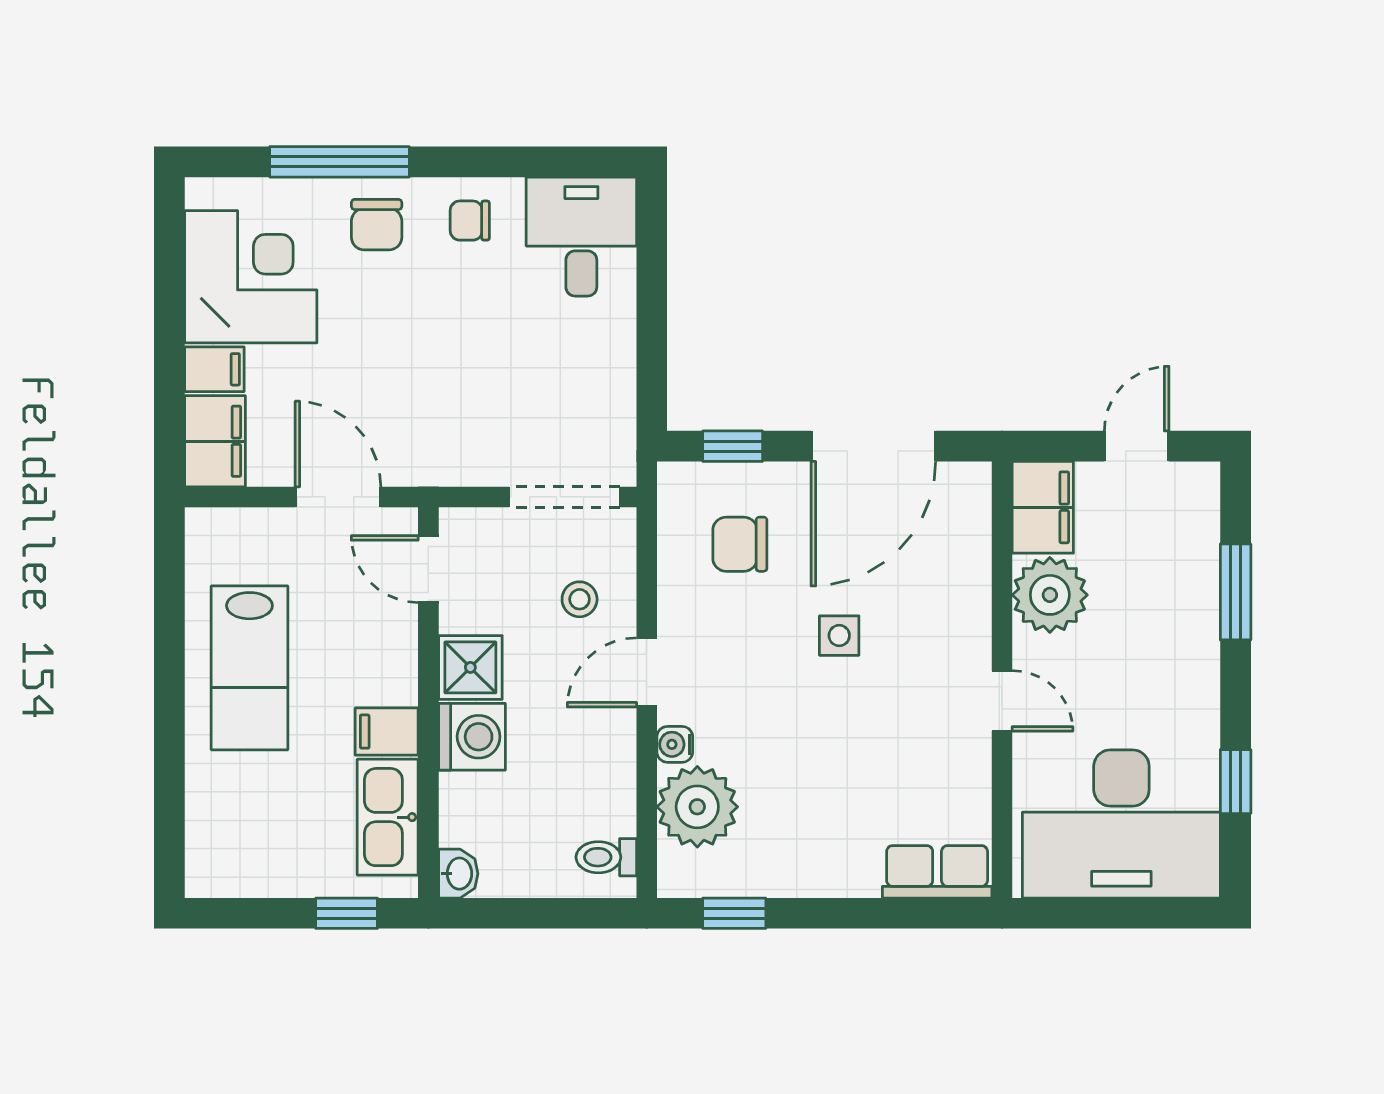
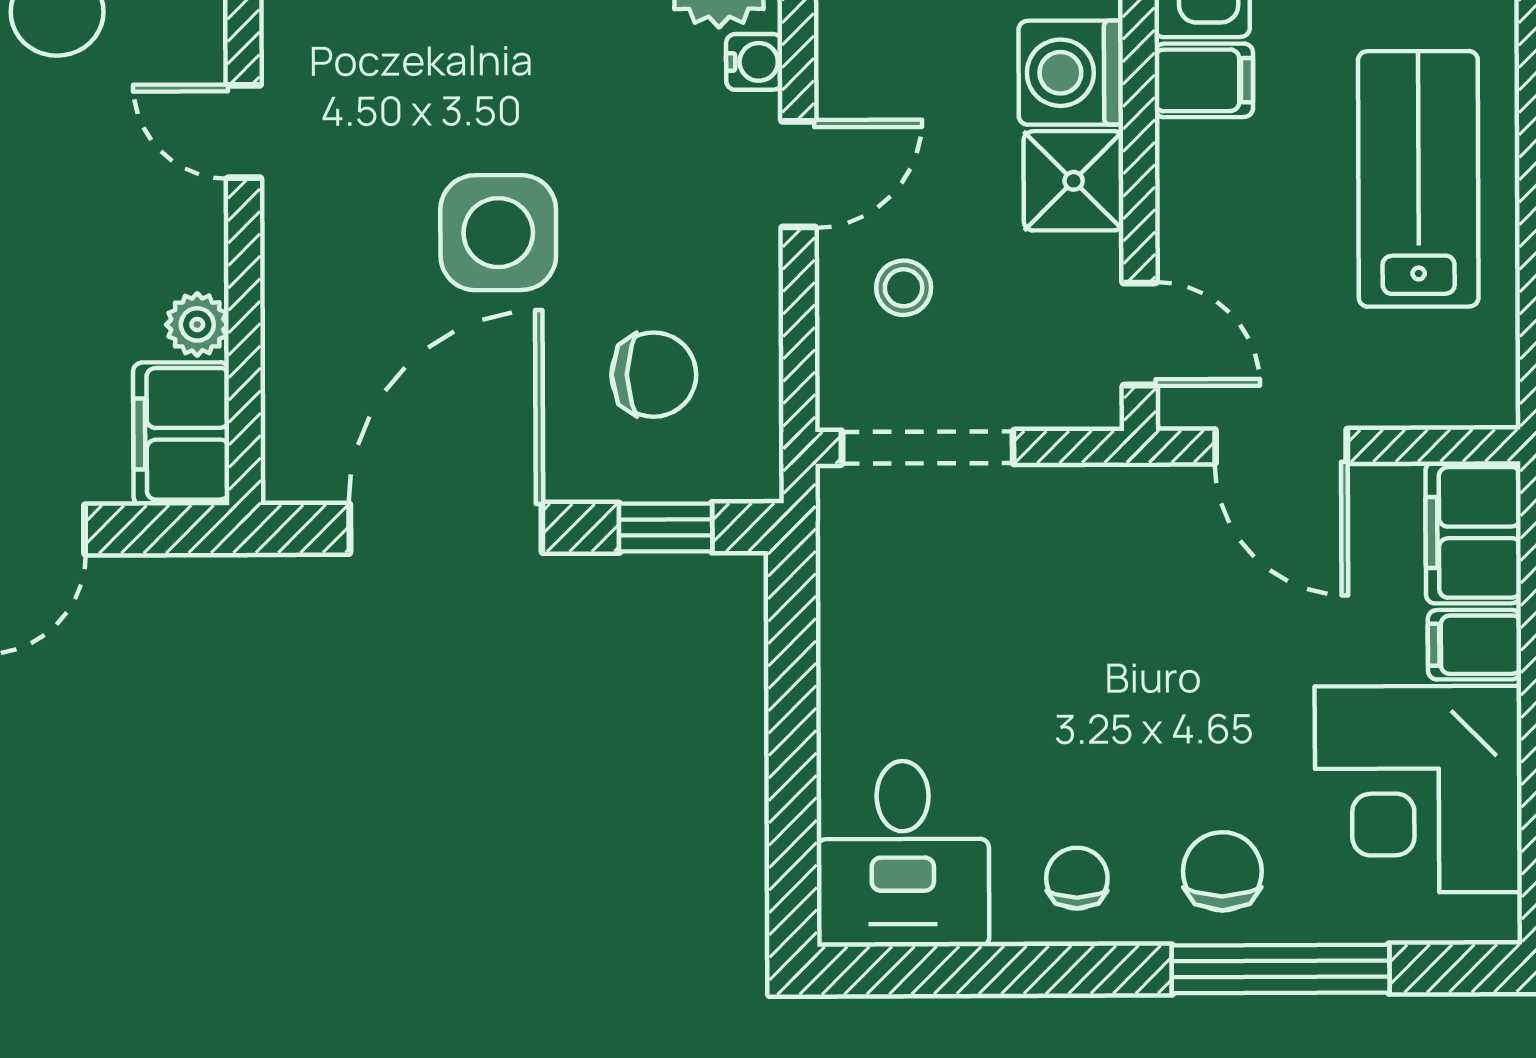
chair: (470, 221) -> (1077, 878), turned -90
plant: (1050, 595) -> (197, 324), width x0.53, depth x0.53
side table: (839, 636) -> (498, 233), width x1.87, depth x1.87

